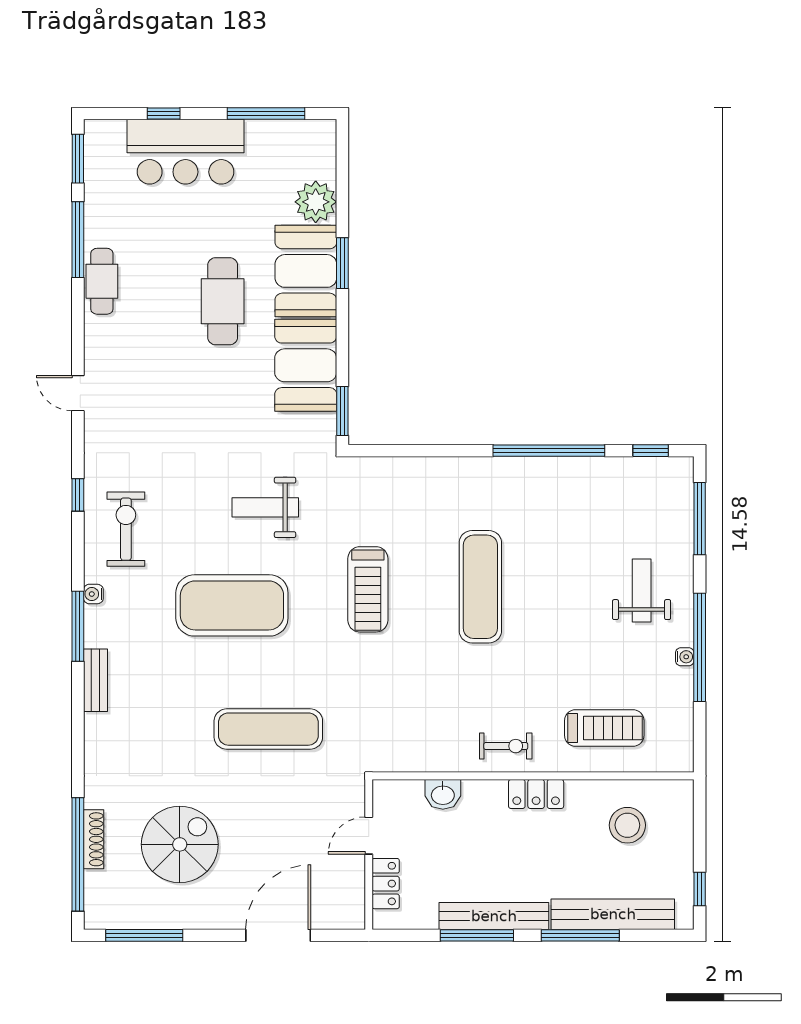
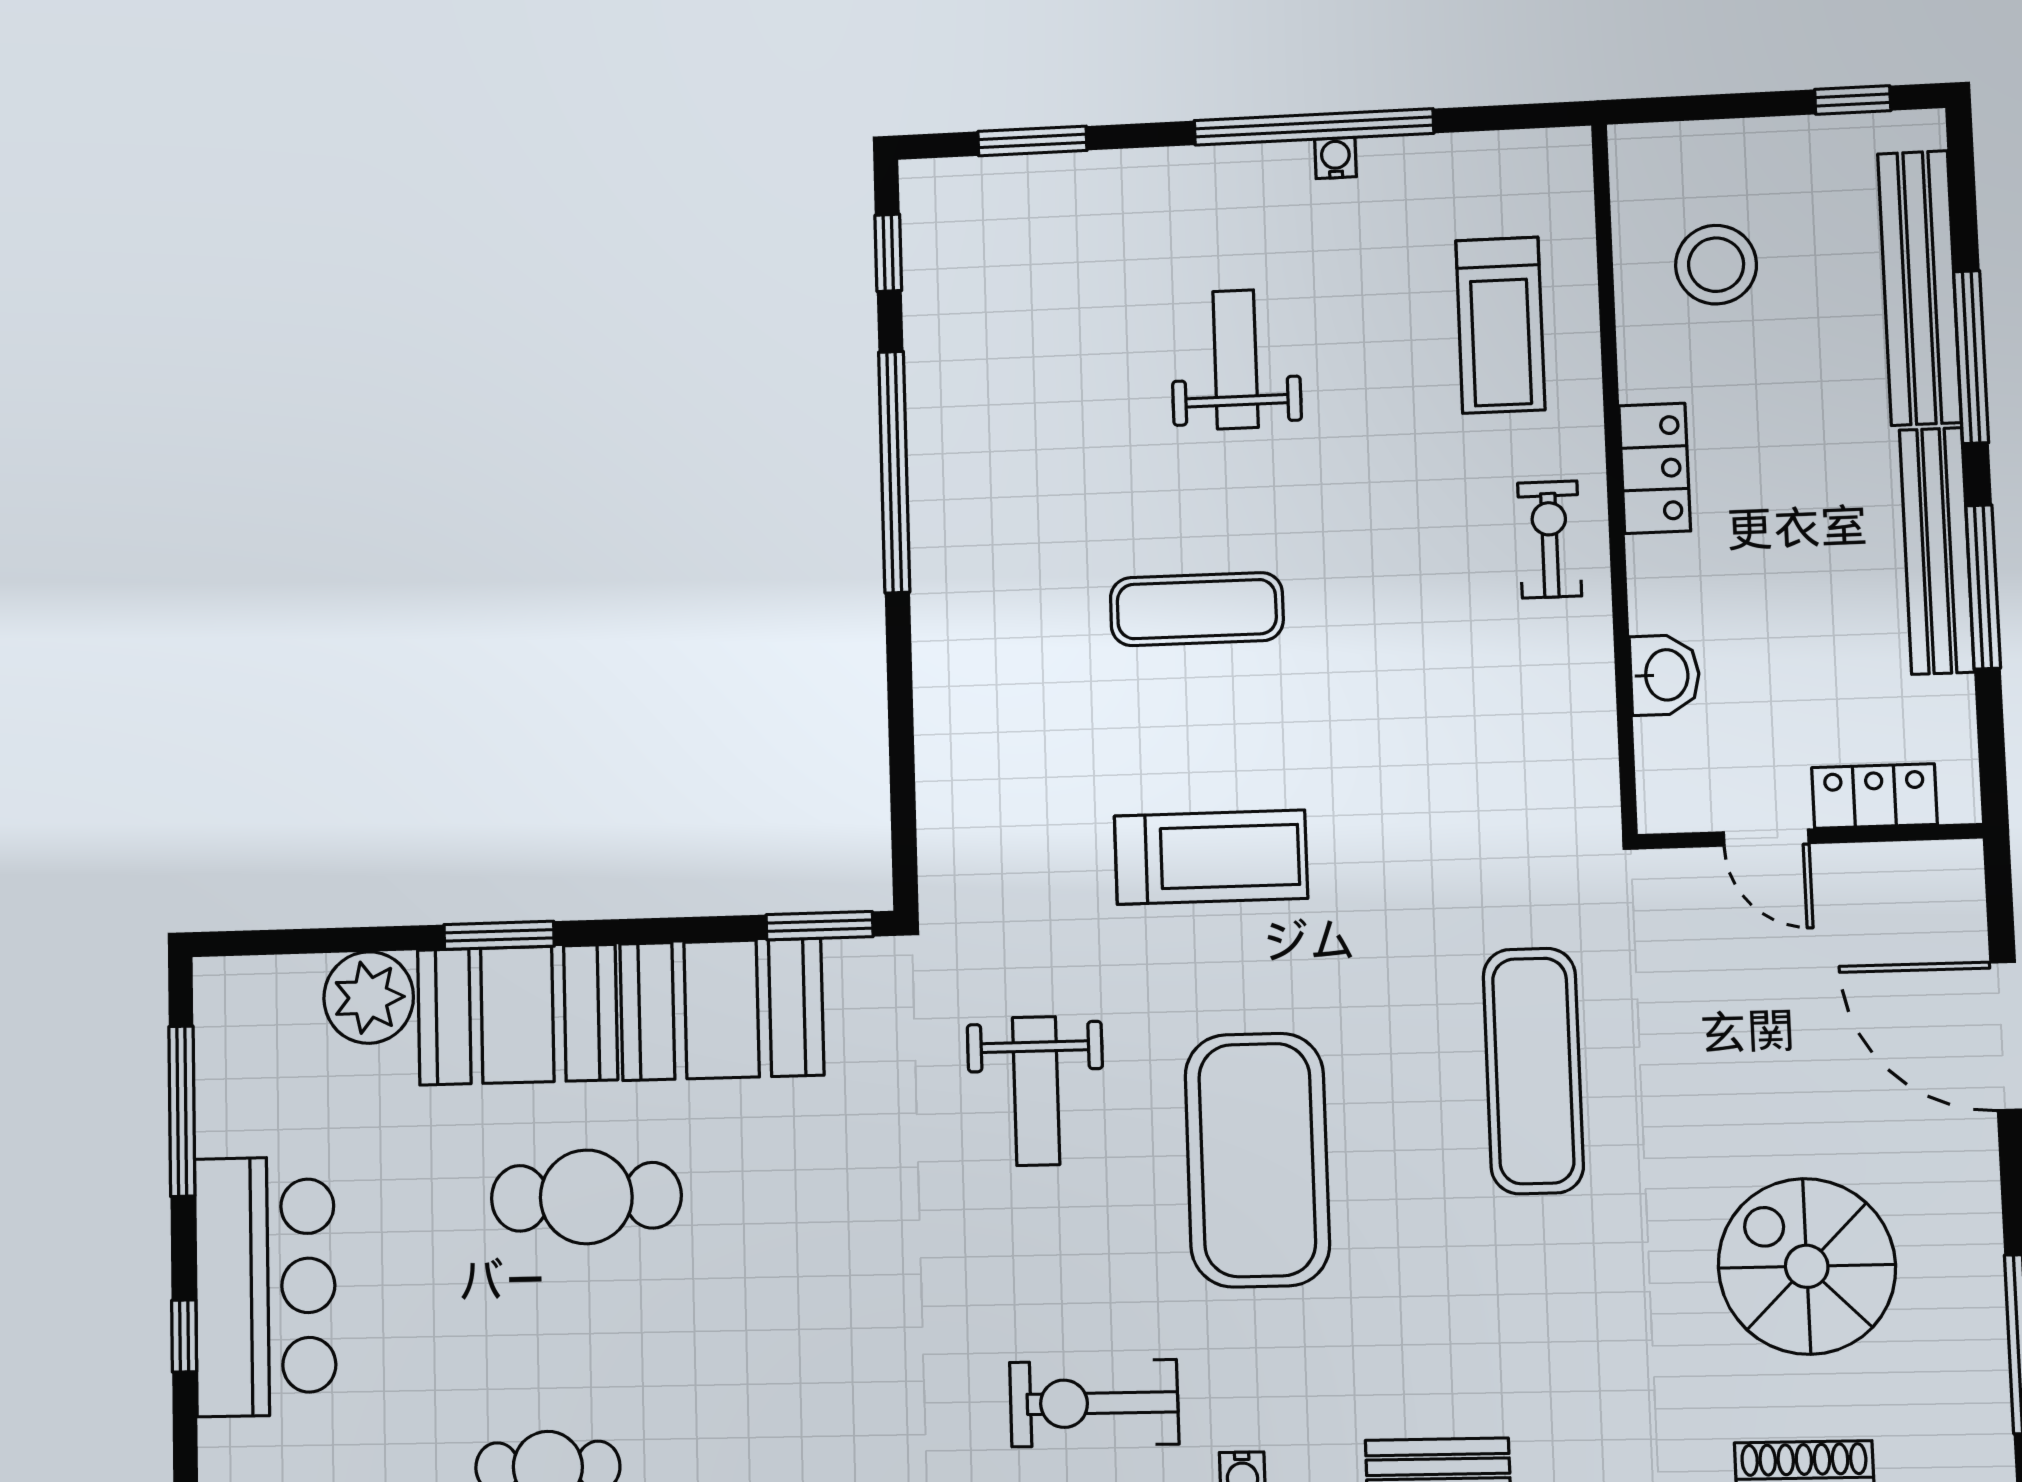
window: (700, 519) -> (1032, 141), width x0.69
exercise mat: (480, 587) -> (1197, 609), width x0.73, depth x0.69
weight bench: (642, 591) -> (1235, 359), moved, turned 90
treadmill: (604, 728) -> (1500, 325), turned 180

